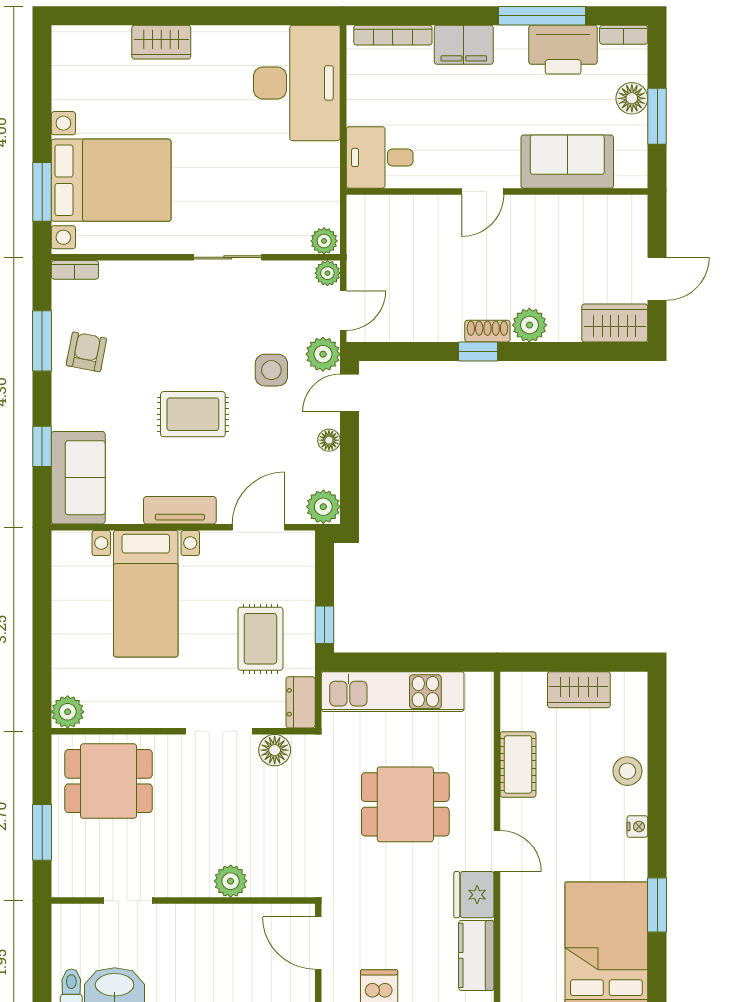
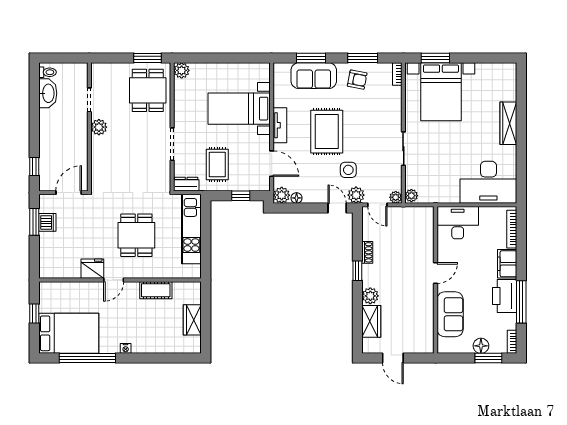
wardrobe: (161, 42) -> (508, 123), width x1.50
printer: (563, 50) -> (505, 296), moved
window: (657, 116) -> (488, 358), moved
desk: (380, 157) -> (458, 223), width x1.37
door: (483, 191) -> (435, 273), swing flipped
wardrobe: (615, 323) -> (371, 321), moved
shoe rack: (487, 331) -> (367, 252), moved
rug: (193, 414) -> (327, 132), width x1.36, depth x1.43
floor lamp: (329, 440) -> (297, 198), moved
window: (42, 446) -> (311, 58), width x1.50
sofa: (78, 478) -> (314, 76), moved
window: (324, 625) -> (241, 196), moved
rug: (260, 639) -> (217, 165), turned 90
floor lamp: (275, 750) -> (163, 171), removed
stool: (627, 771) -> (153, 344), removed
window: (42, 832) -> (147, 58), moved
plant: (231, 881) -> (99, 127), moved
window: (657, 905) -> (87, 358), width x2.11
kitchen counter: (476, 955) -> (63, 270), removed

